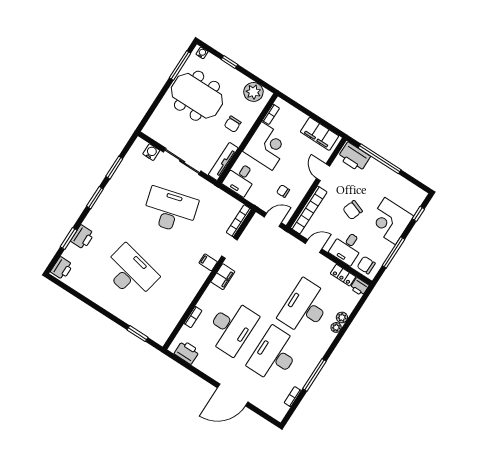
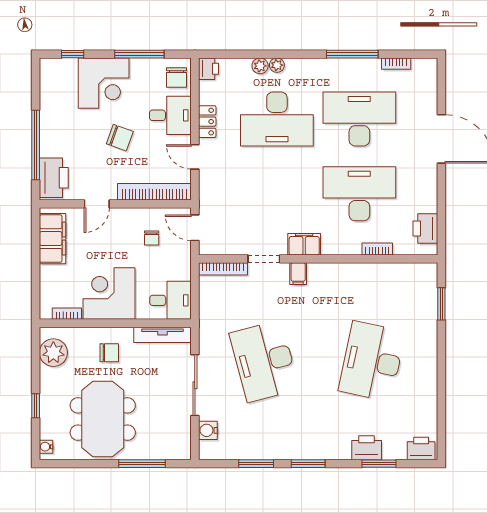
window: (180, 65) -> (142, 464), moved
locker: (343, 275) -> (207, 122), moved
desk: (274, 355) -> (359, 119), turned 180

